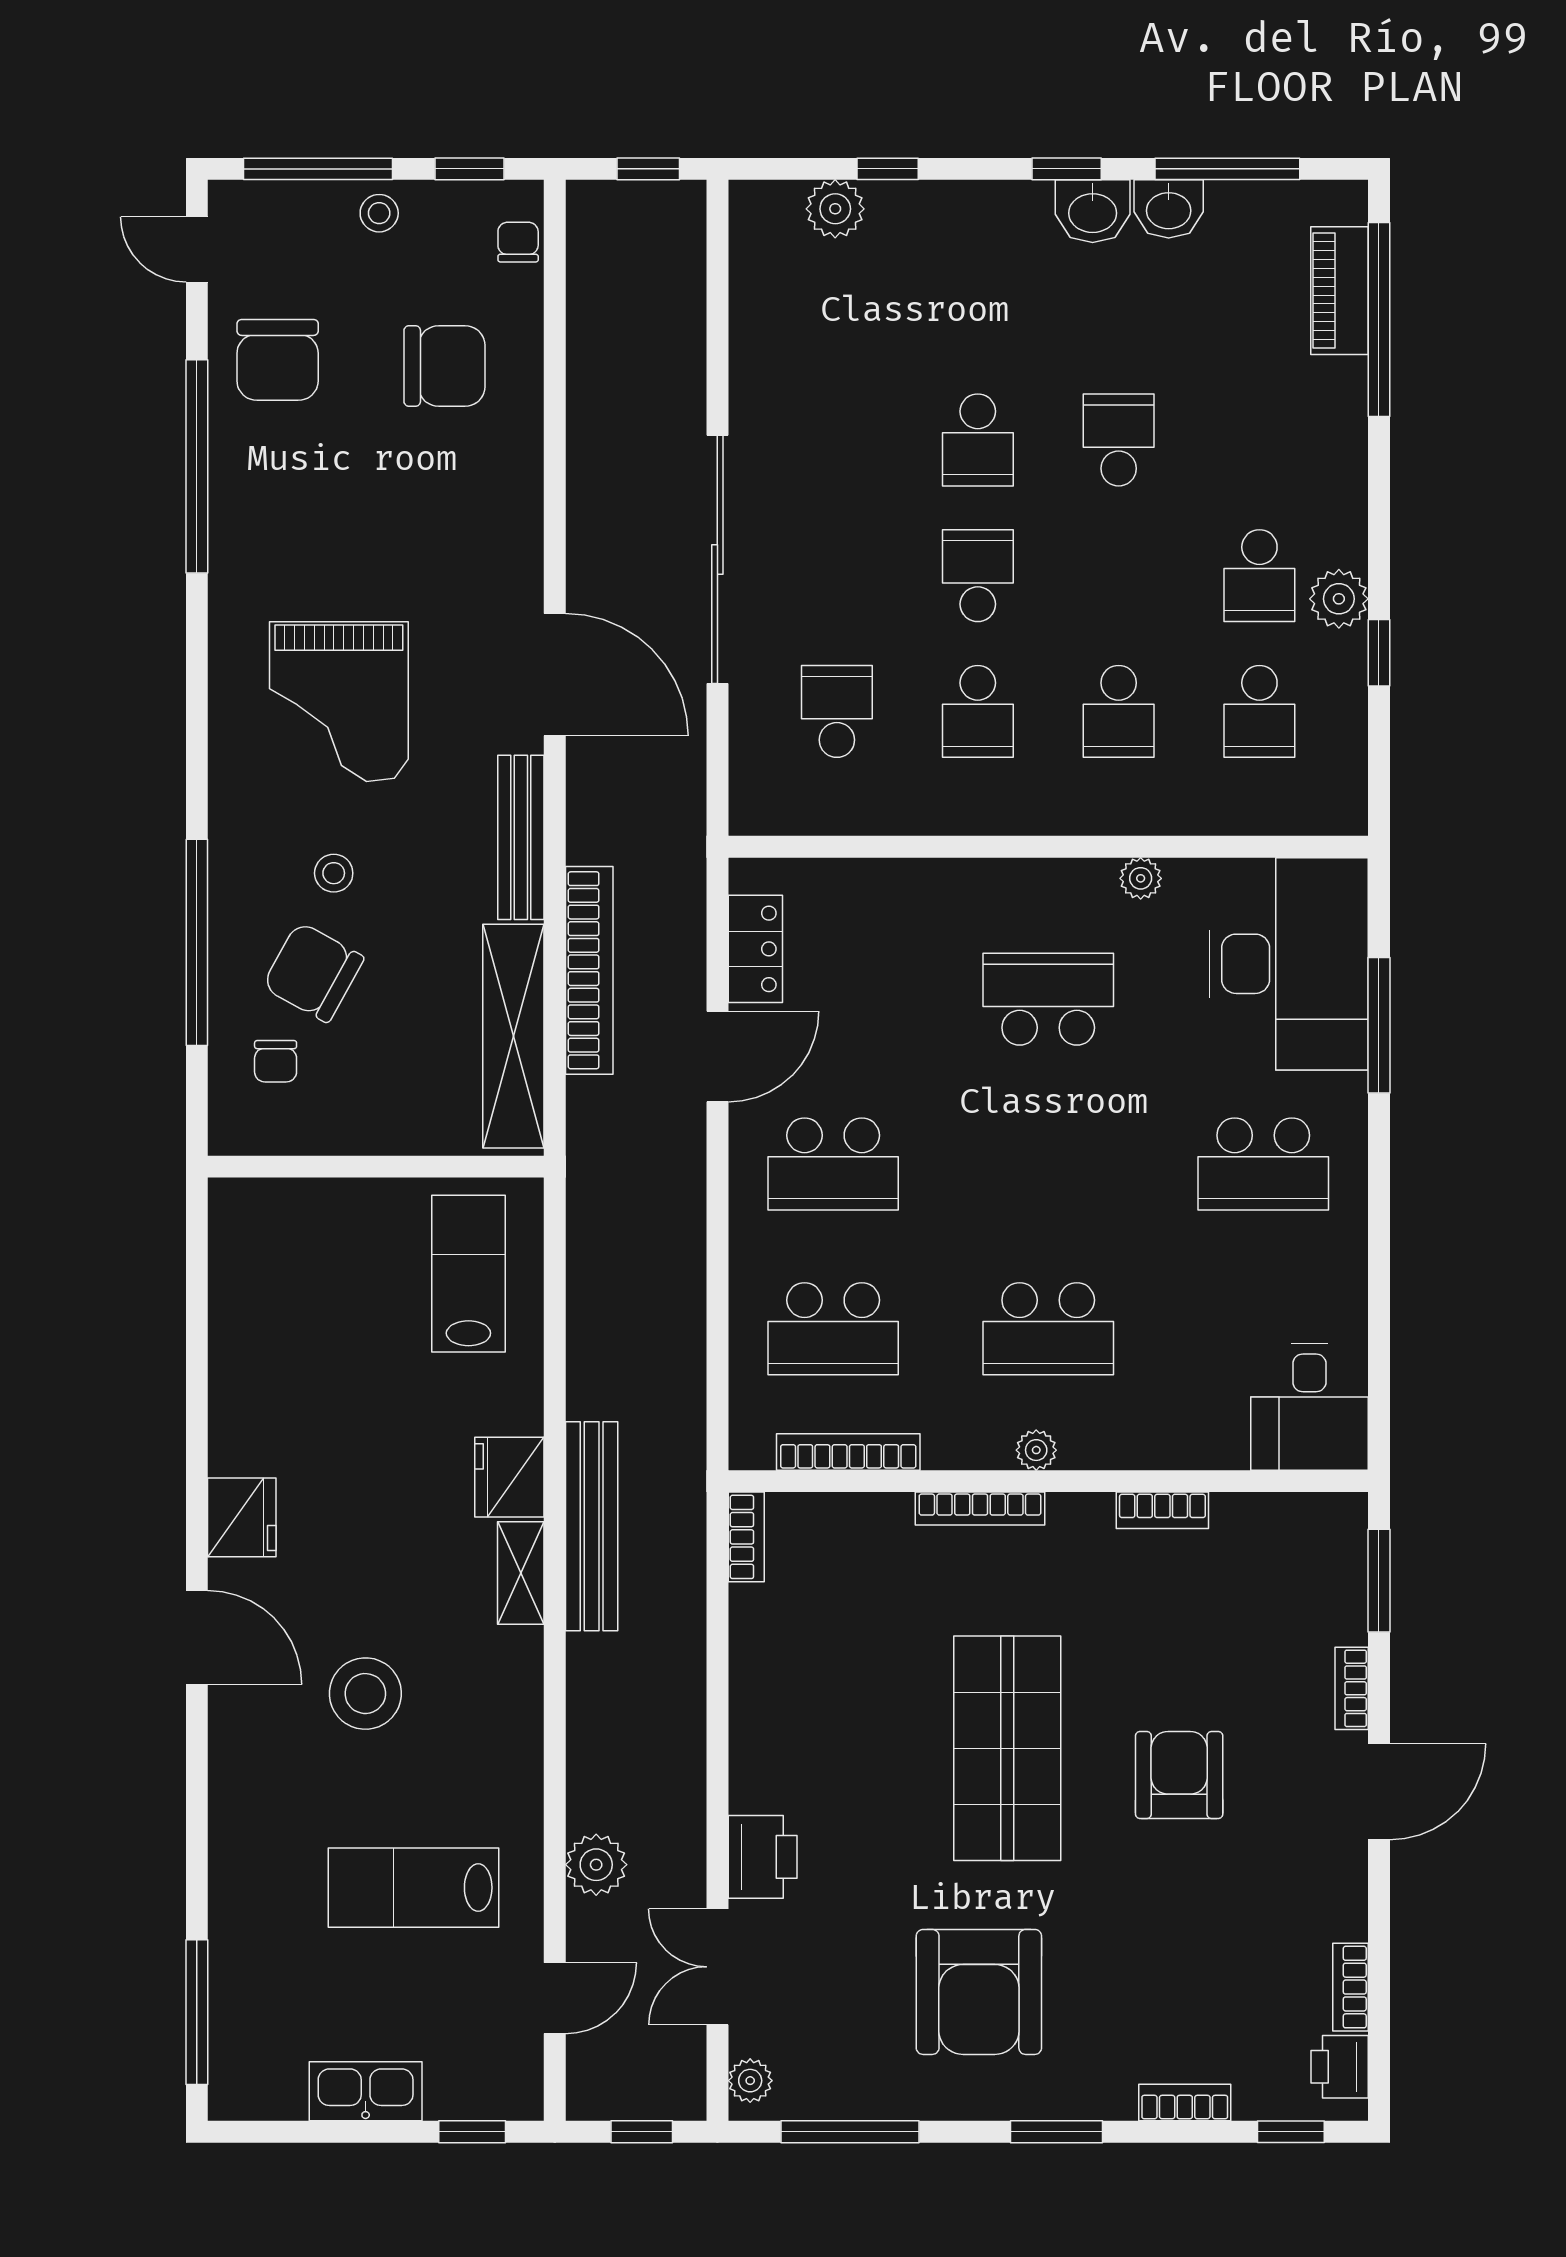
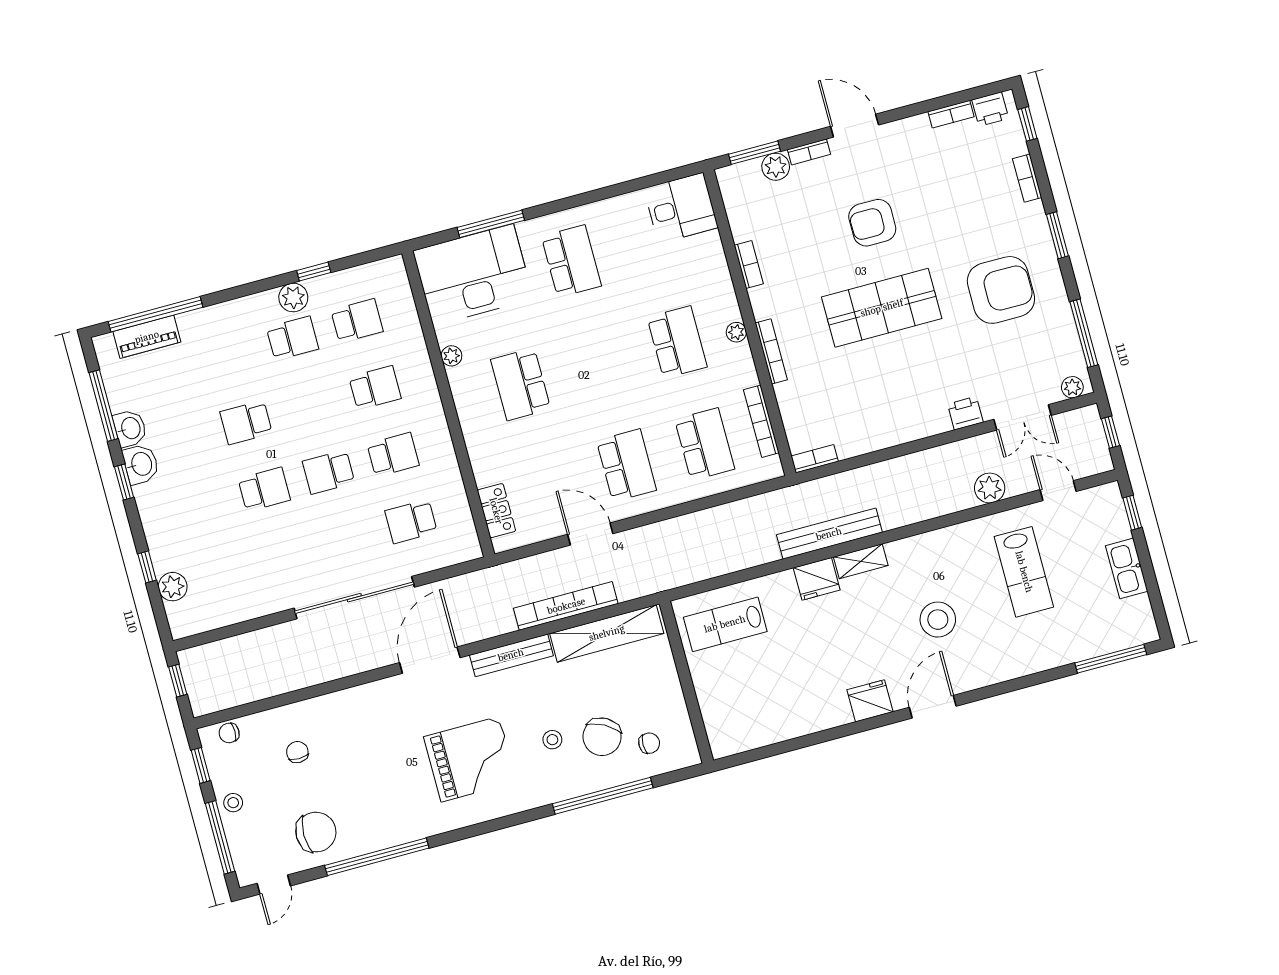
chair: (444, 366) -> (297, 752), width x0.54, depth x0.54
locker: (755, 949) -> (496, 511), moved, turned 90
plant: (1340, 1615) -> (776, 167), added
printer: (763, 1857) -> (965, 413), width x0.73, depth x0.81

